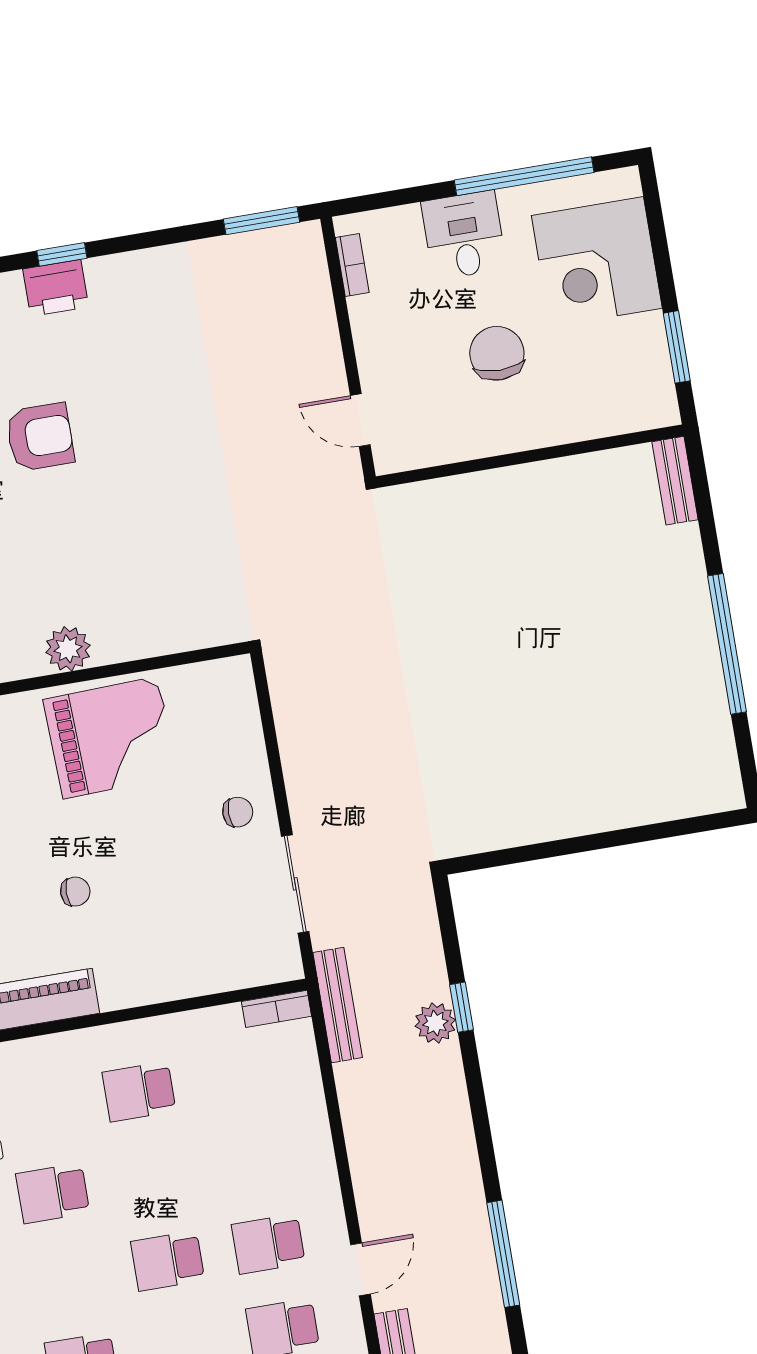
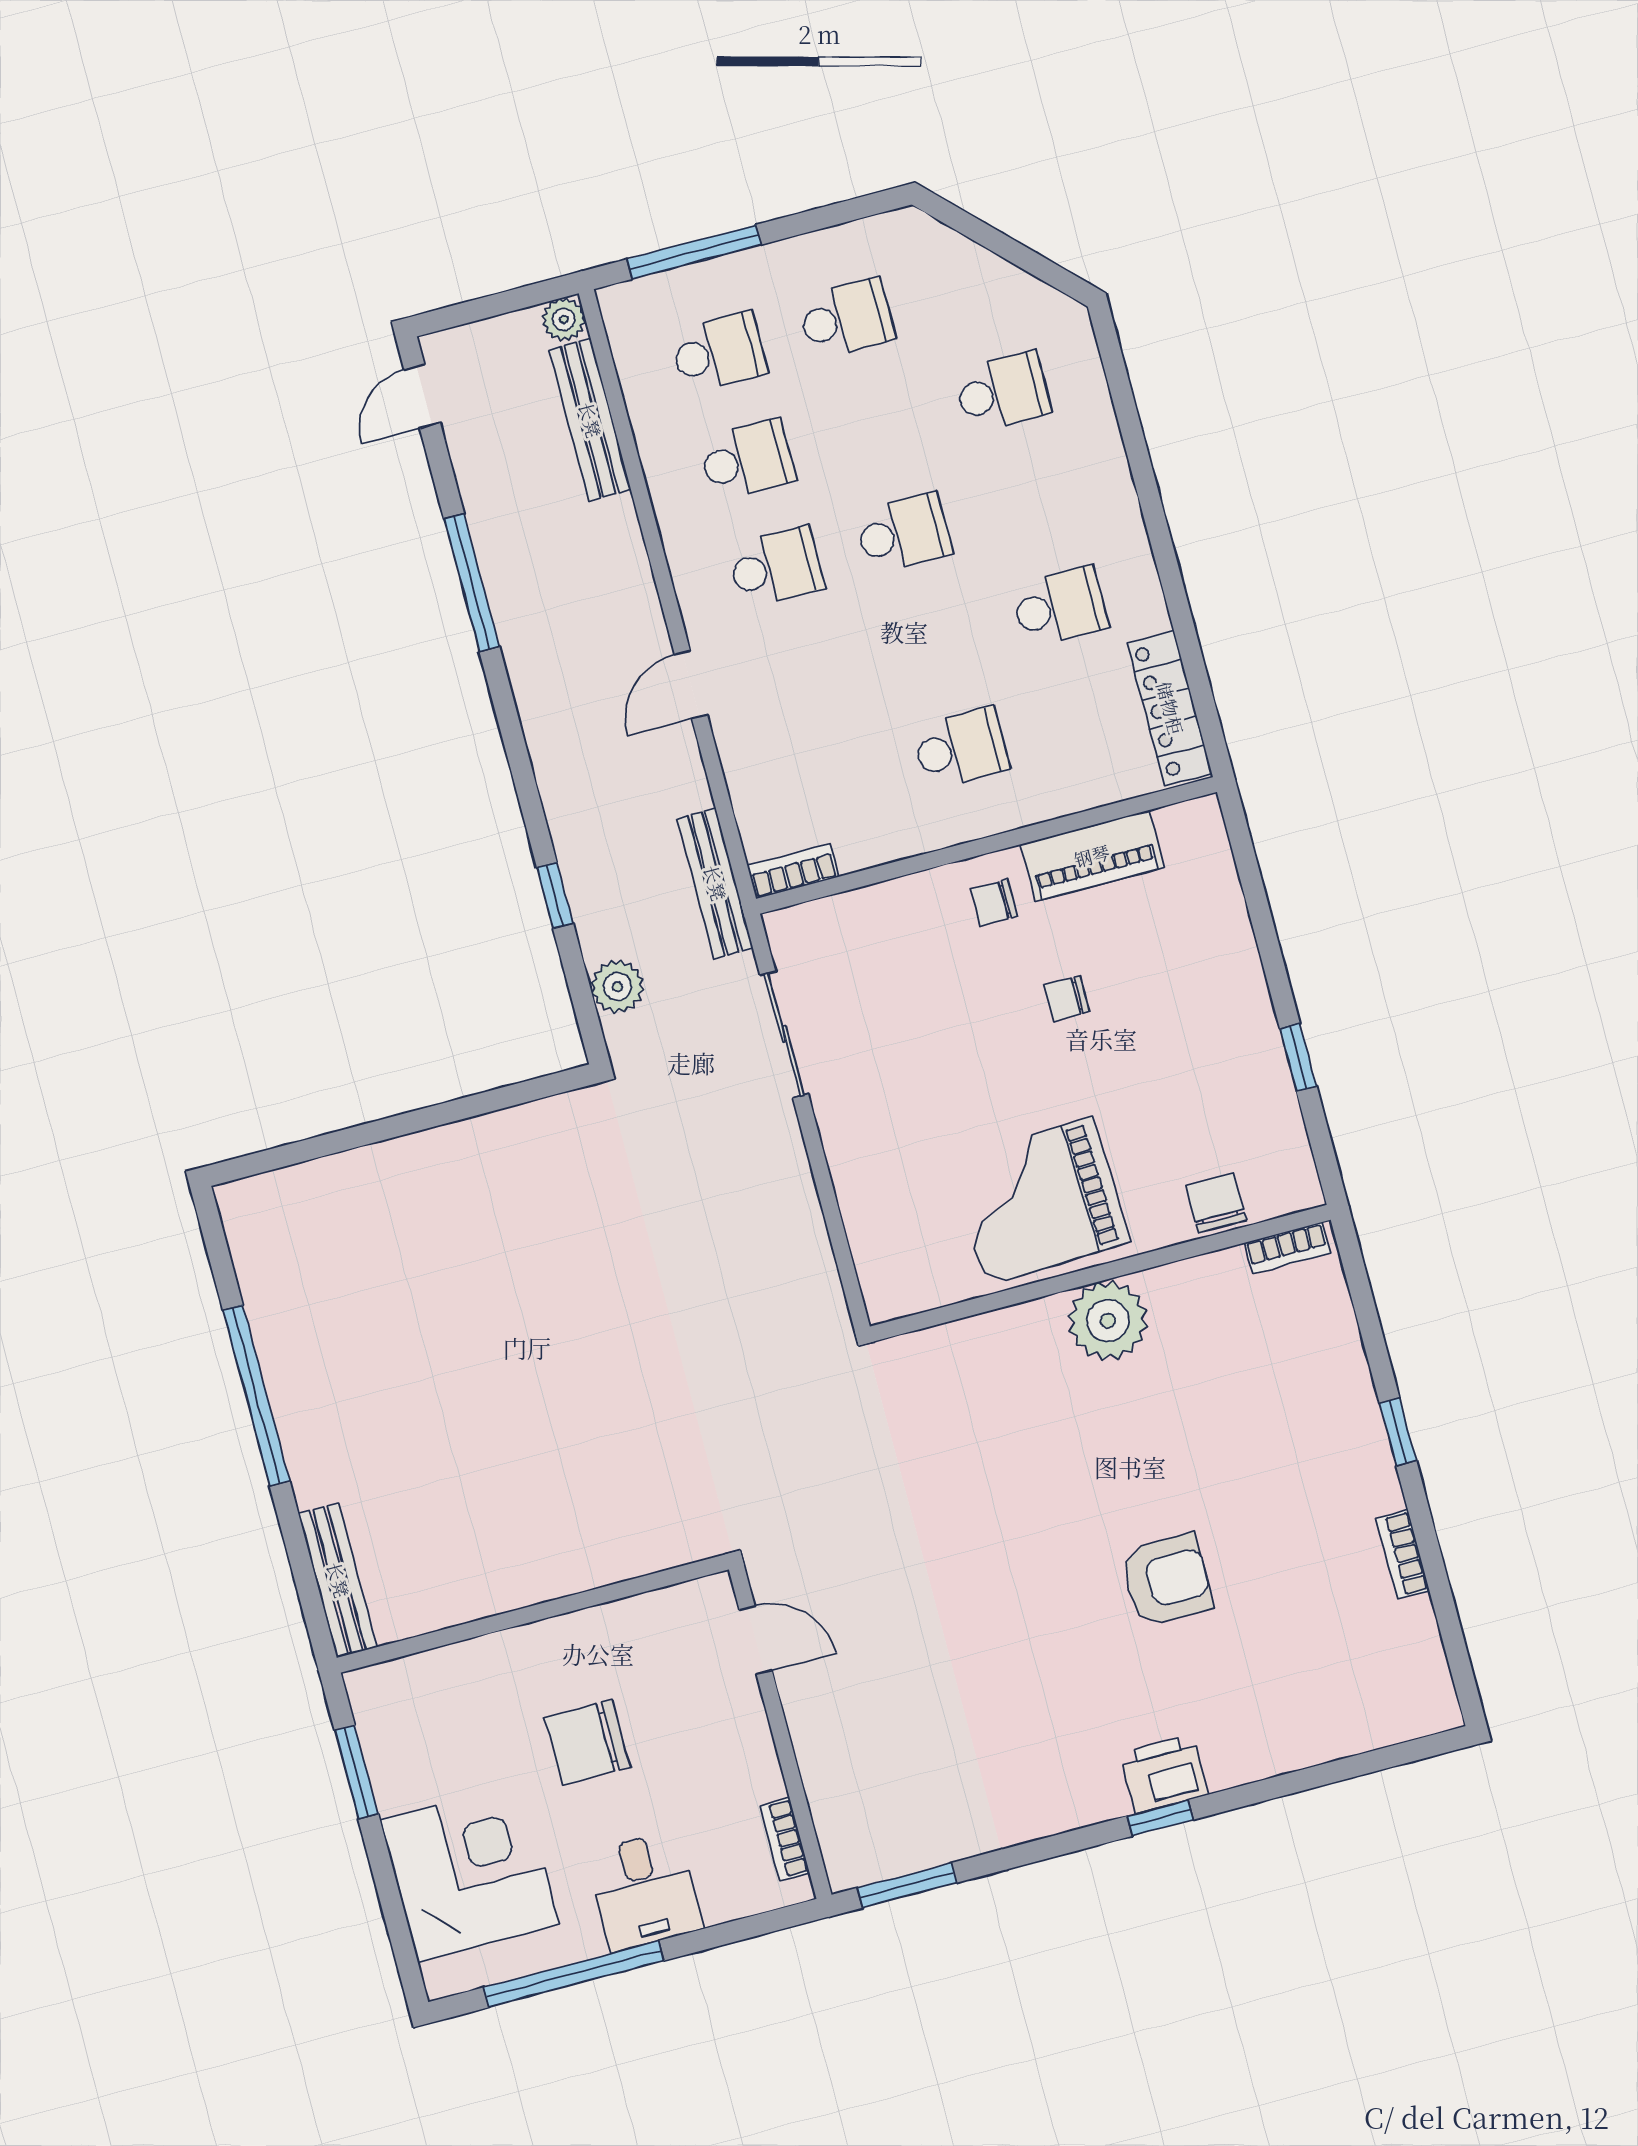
chair: (497, 353) -> (588, 1742), turned 90
armchair: (40, 437) -> (1166, 1580), turned 180
bench: (675, 481) -> (338, 1580), width x1.36
plant: (68, 649) -> (1108, 1321), width x1.36, depth x1.36
chair: (238, 812) -> (994, 903), moved
plant: (435, 1023) -> (617, 987), moved
door: (360, 1269) -> (691, 684), moved

